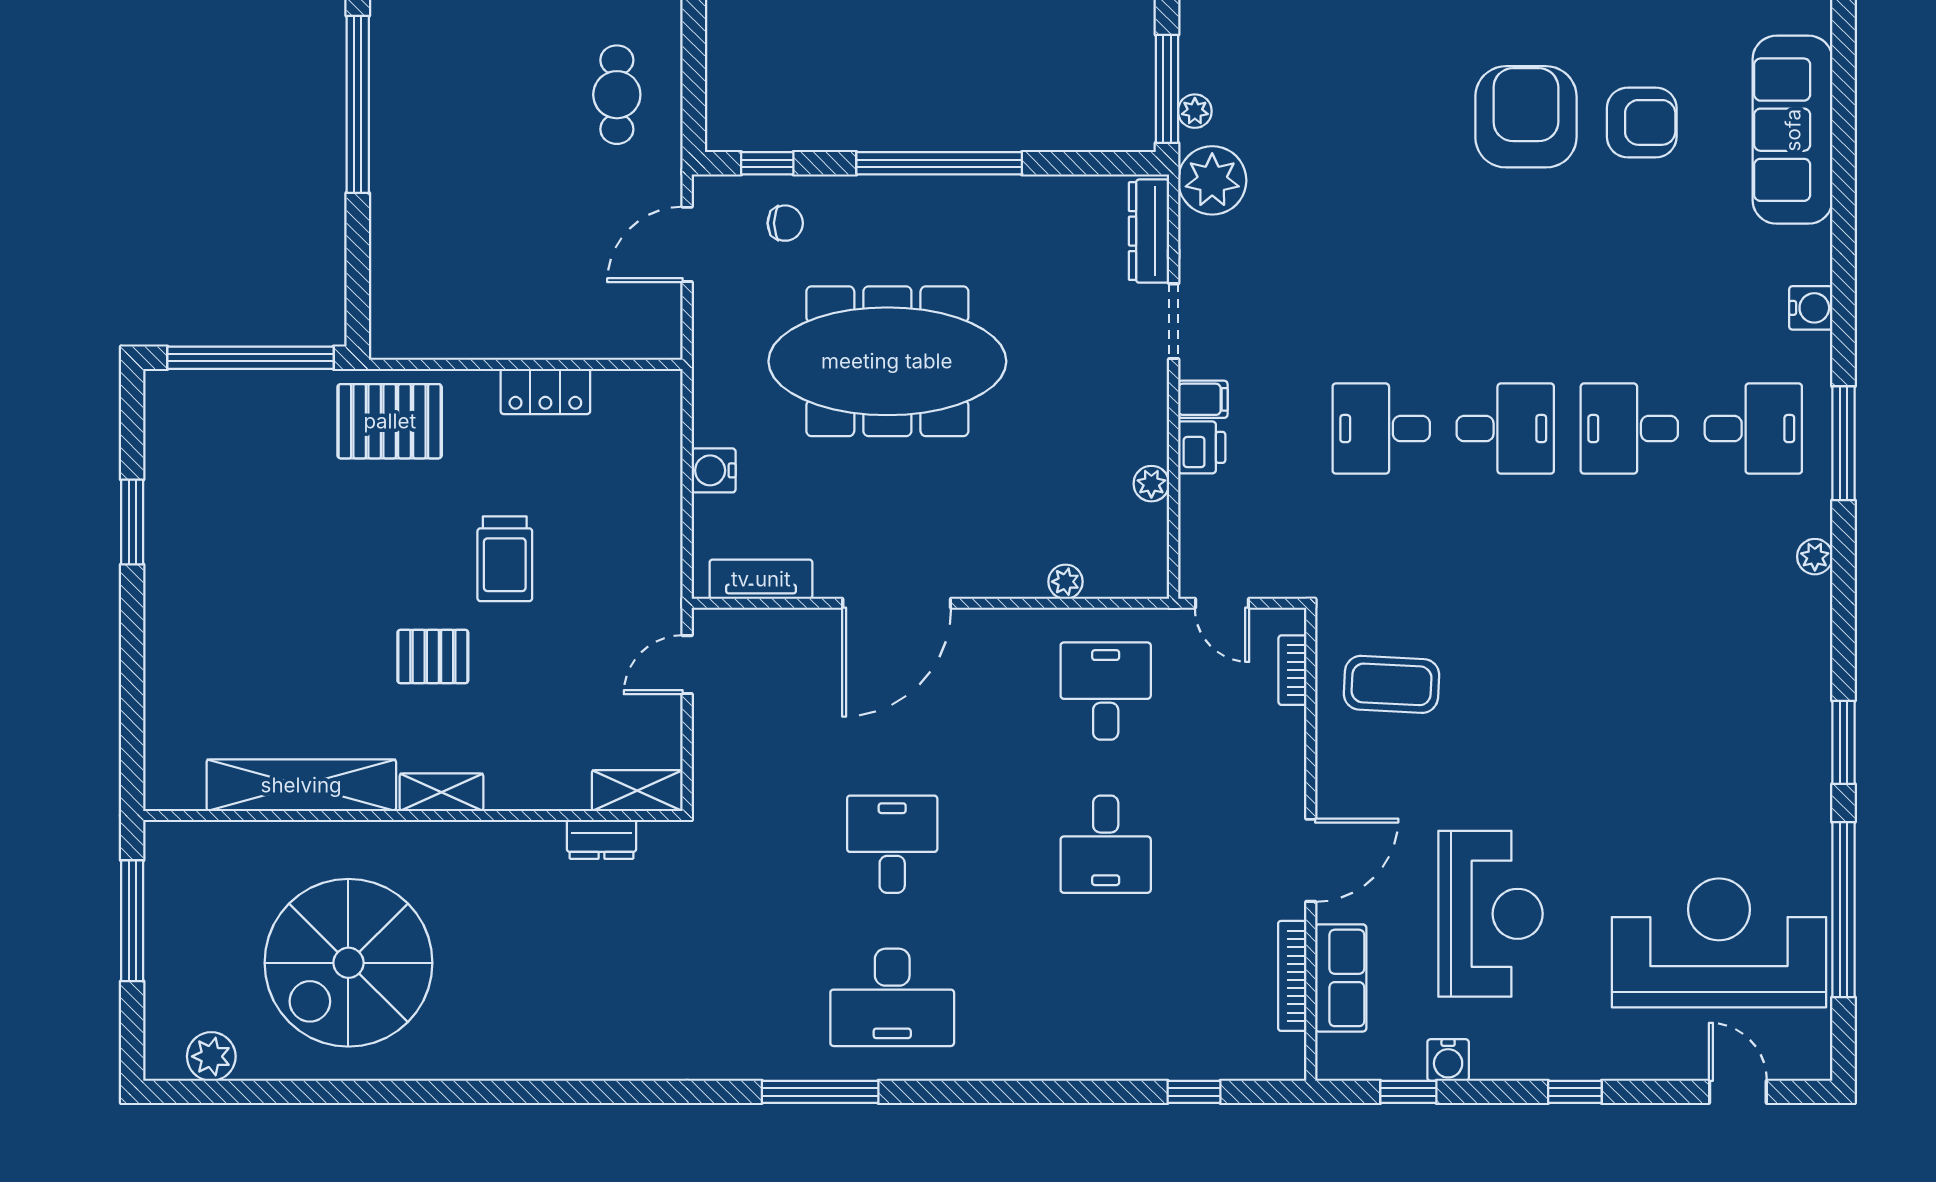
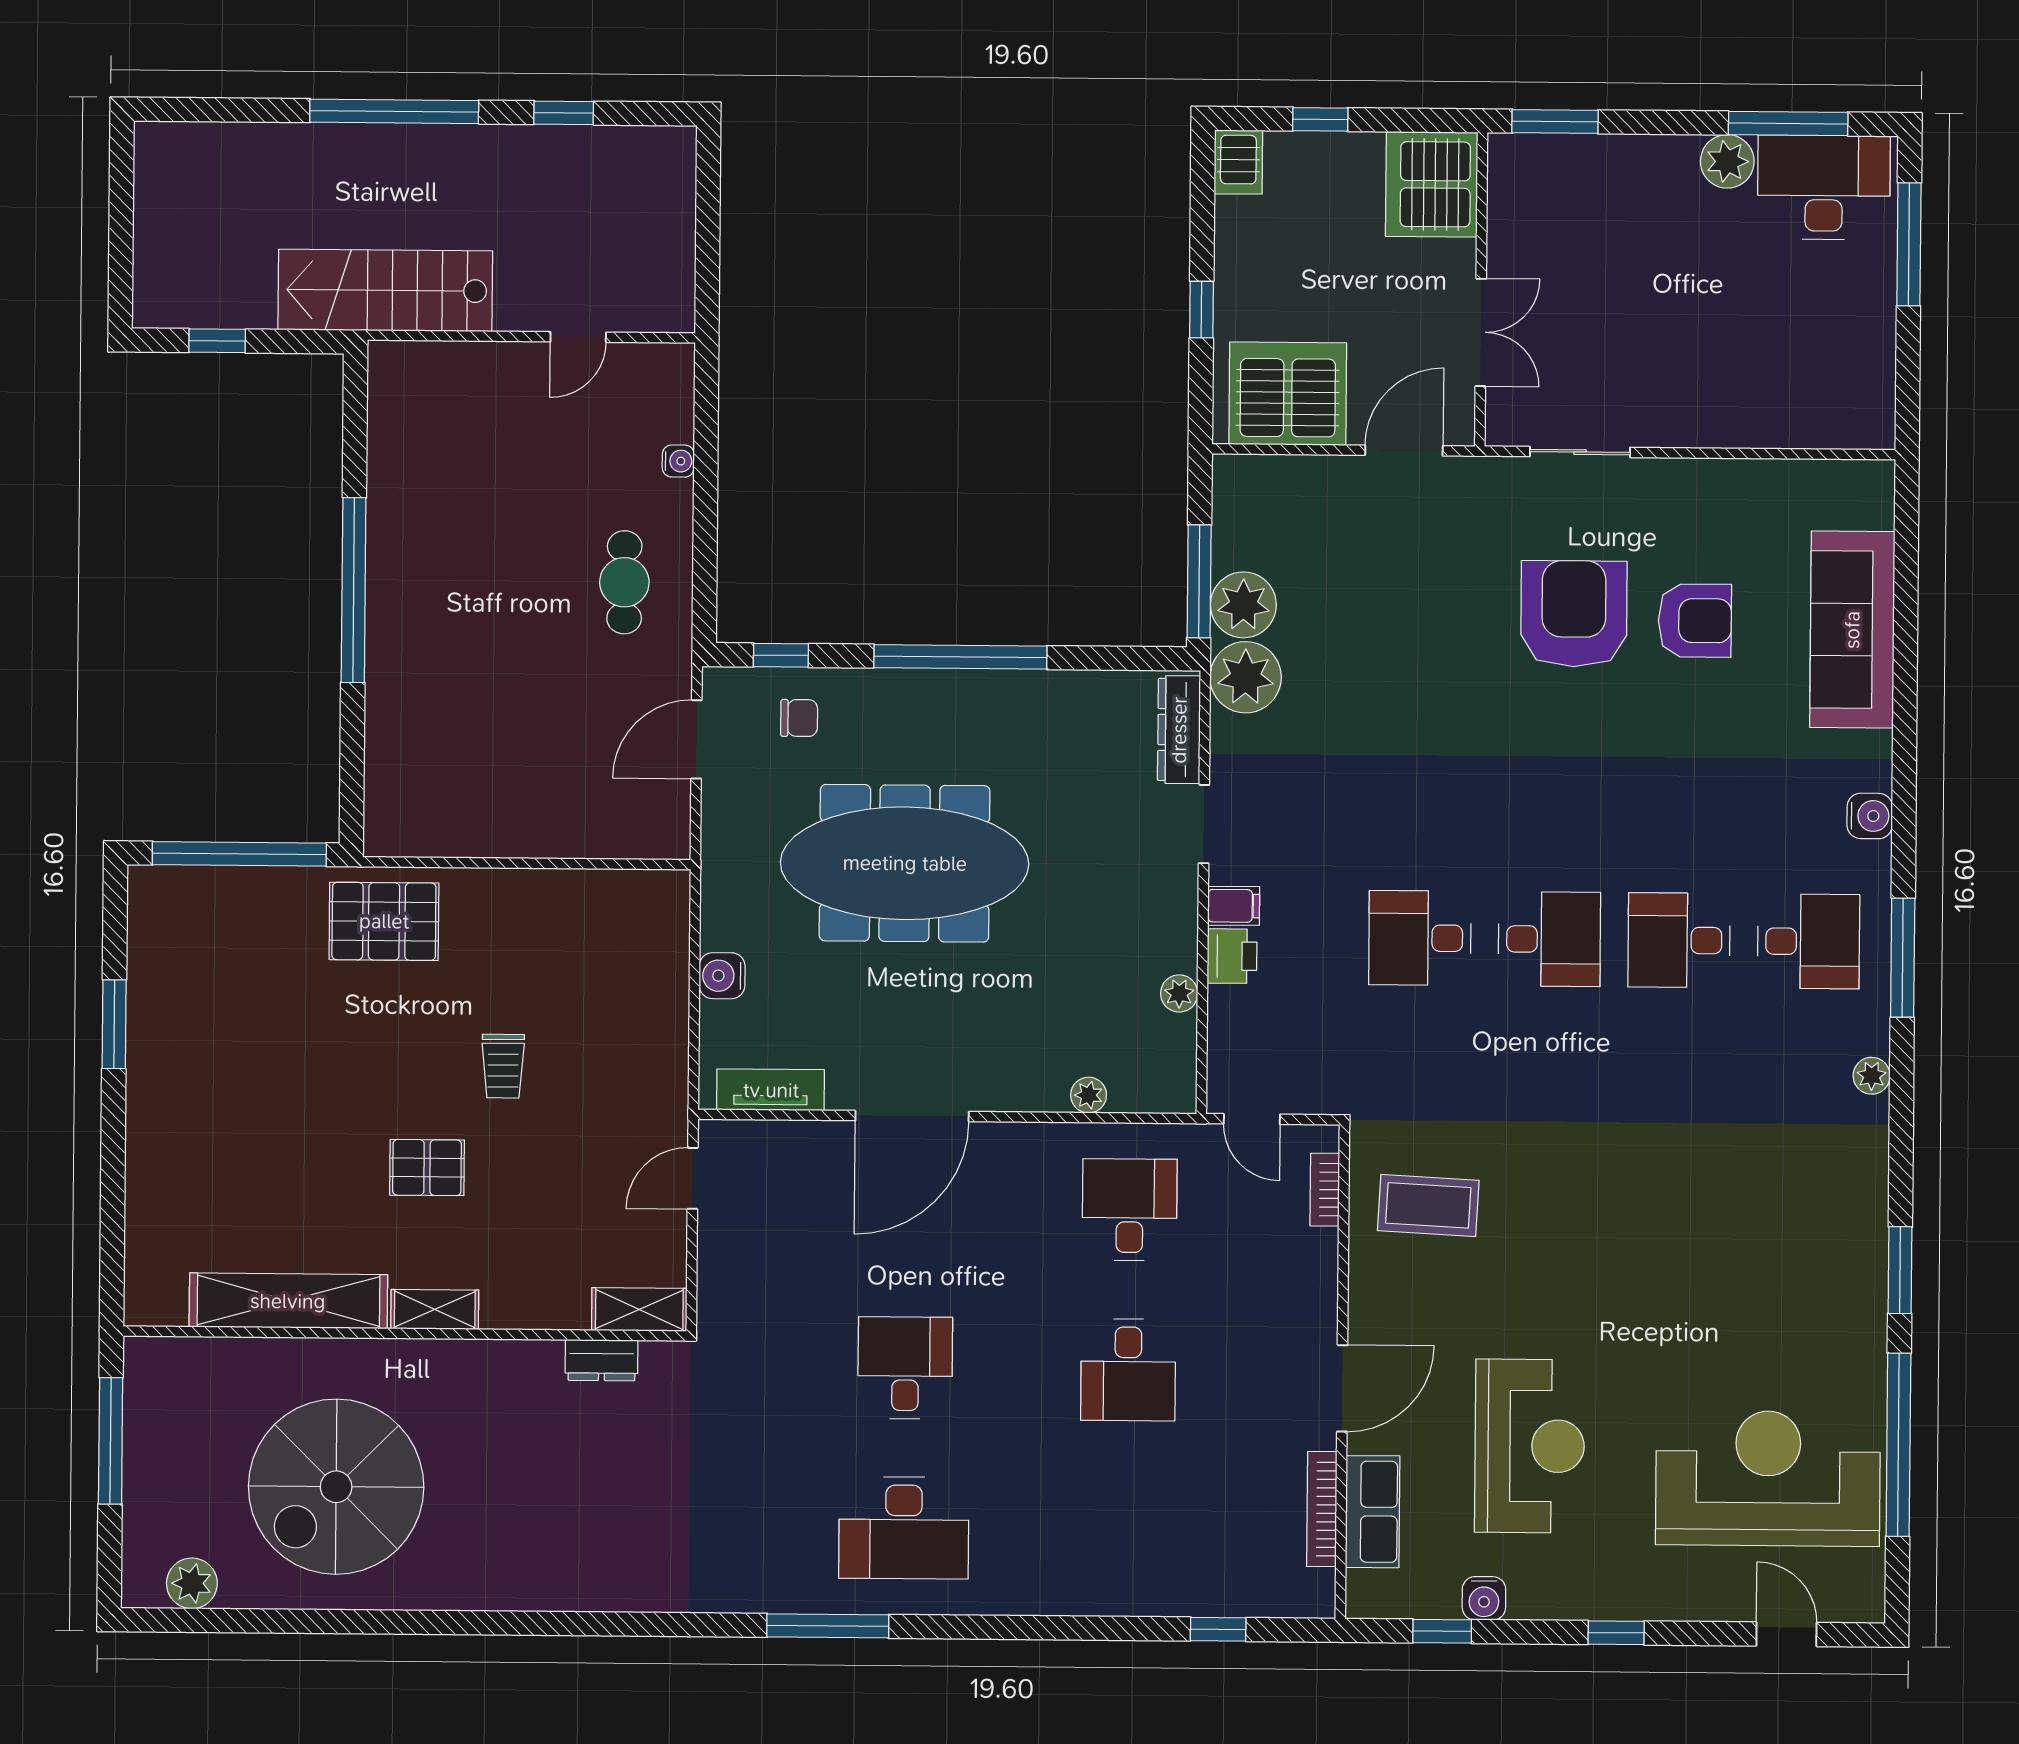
plant: (1195, 111) -> (1243, 605), width x1.88, depth x1.88
locker: (545, 391) -> (547, 892), removed
trolley: (505, 559) -> (503, 1066), width x0.73, depth x0.72

